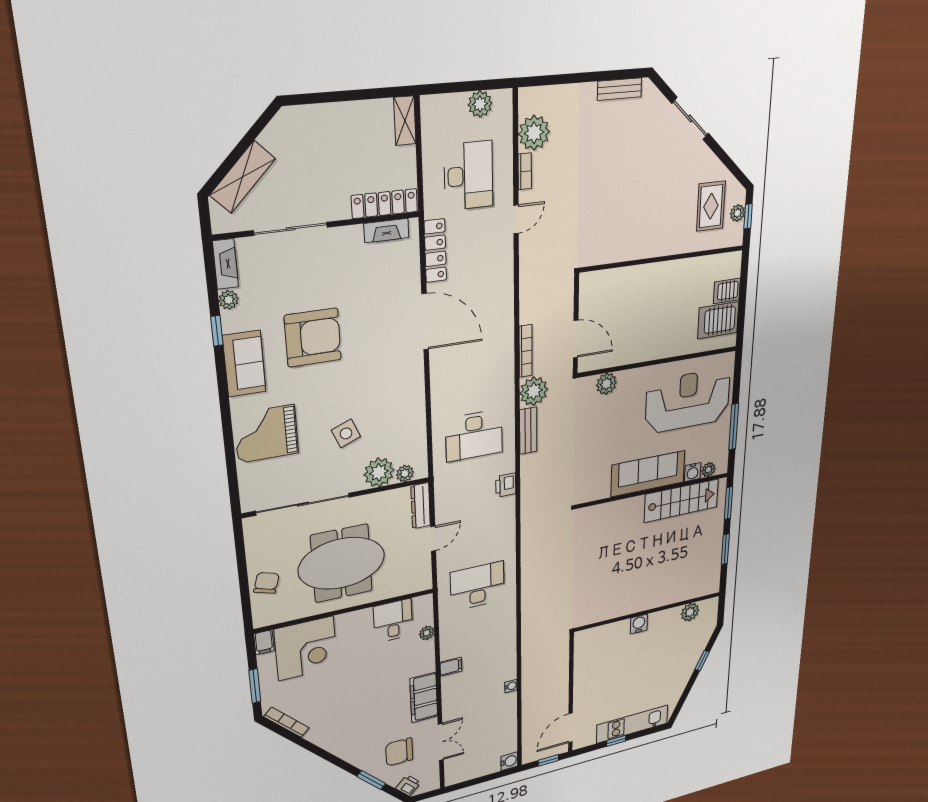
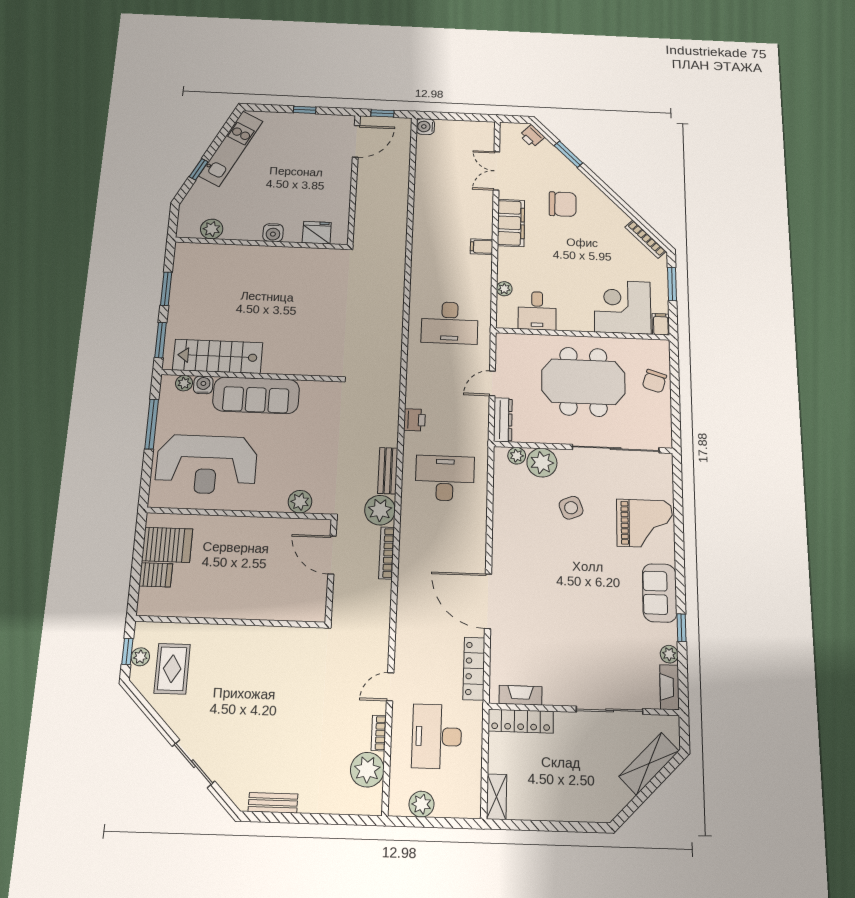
armchair: (313, 338) -> (596, 606), removed
fridge: (601, 635) -> (317, 233), added
water cooler: (511, 686) -> (419, 207), removed
kitchen unit: (632, 724) -> (231, 149), moved, turned -63
chair: (399, 752) -> (563, 204), moved

